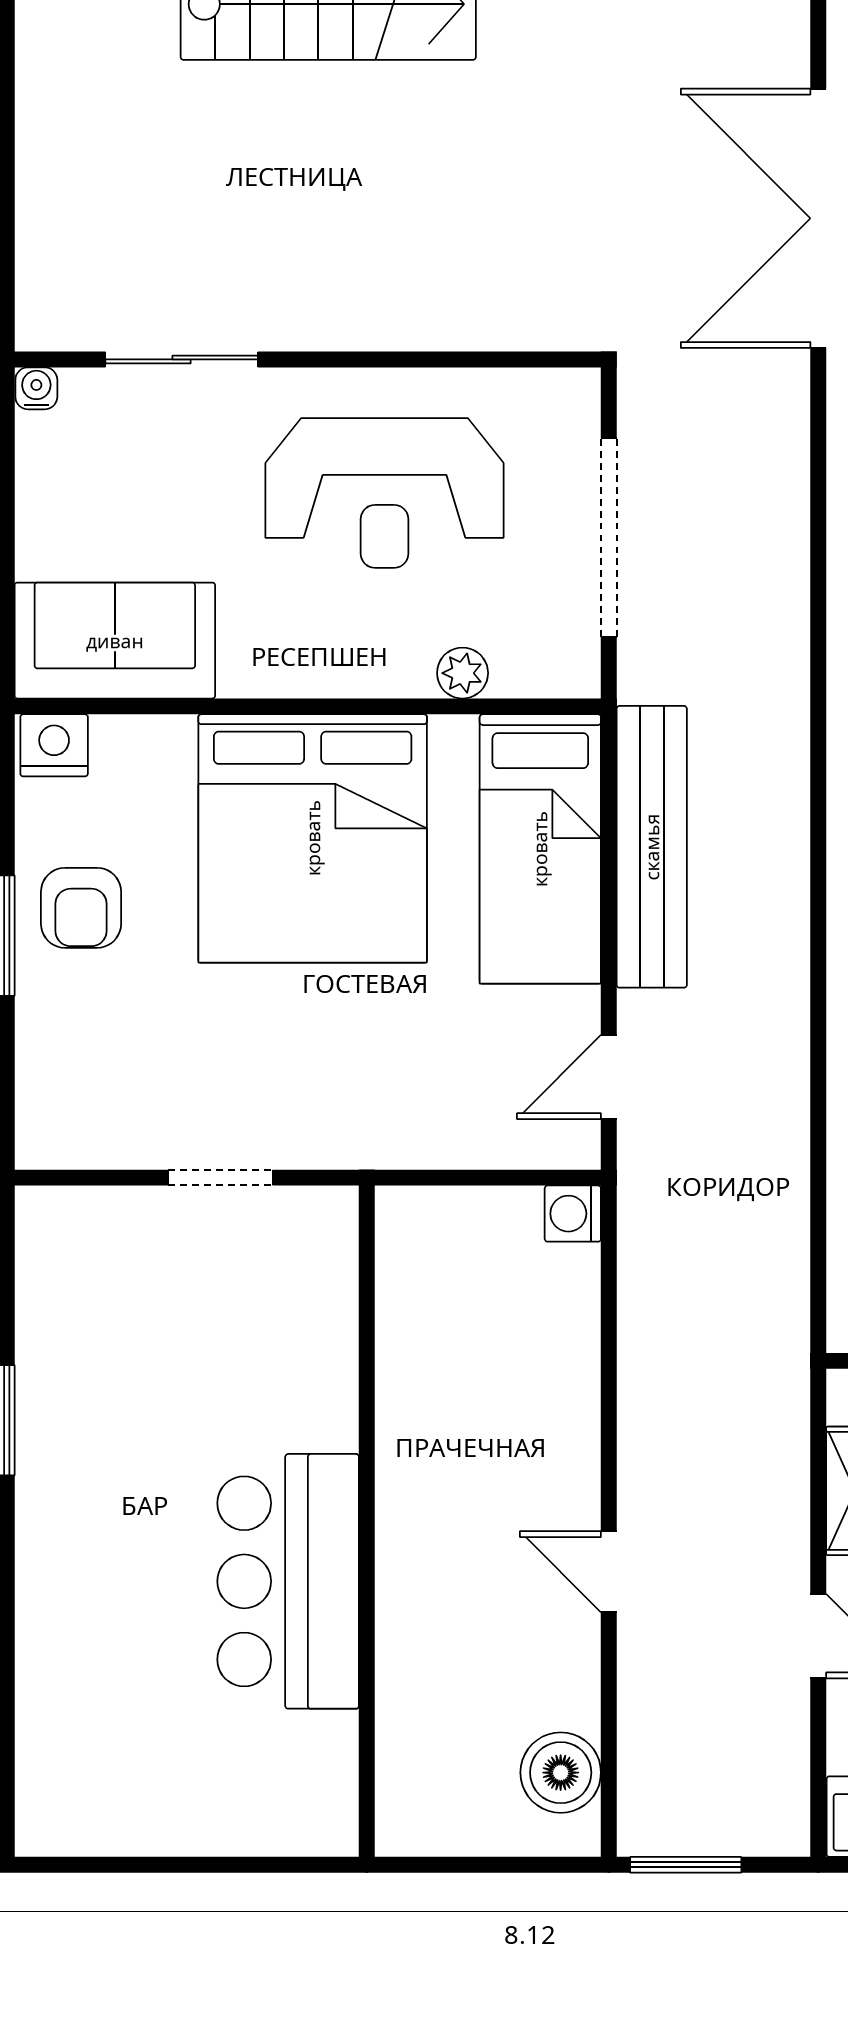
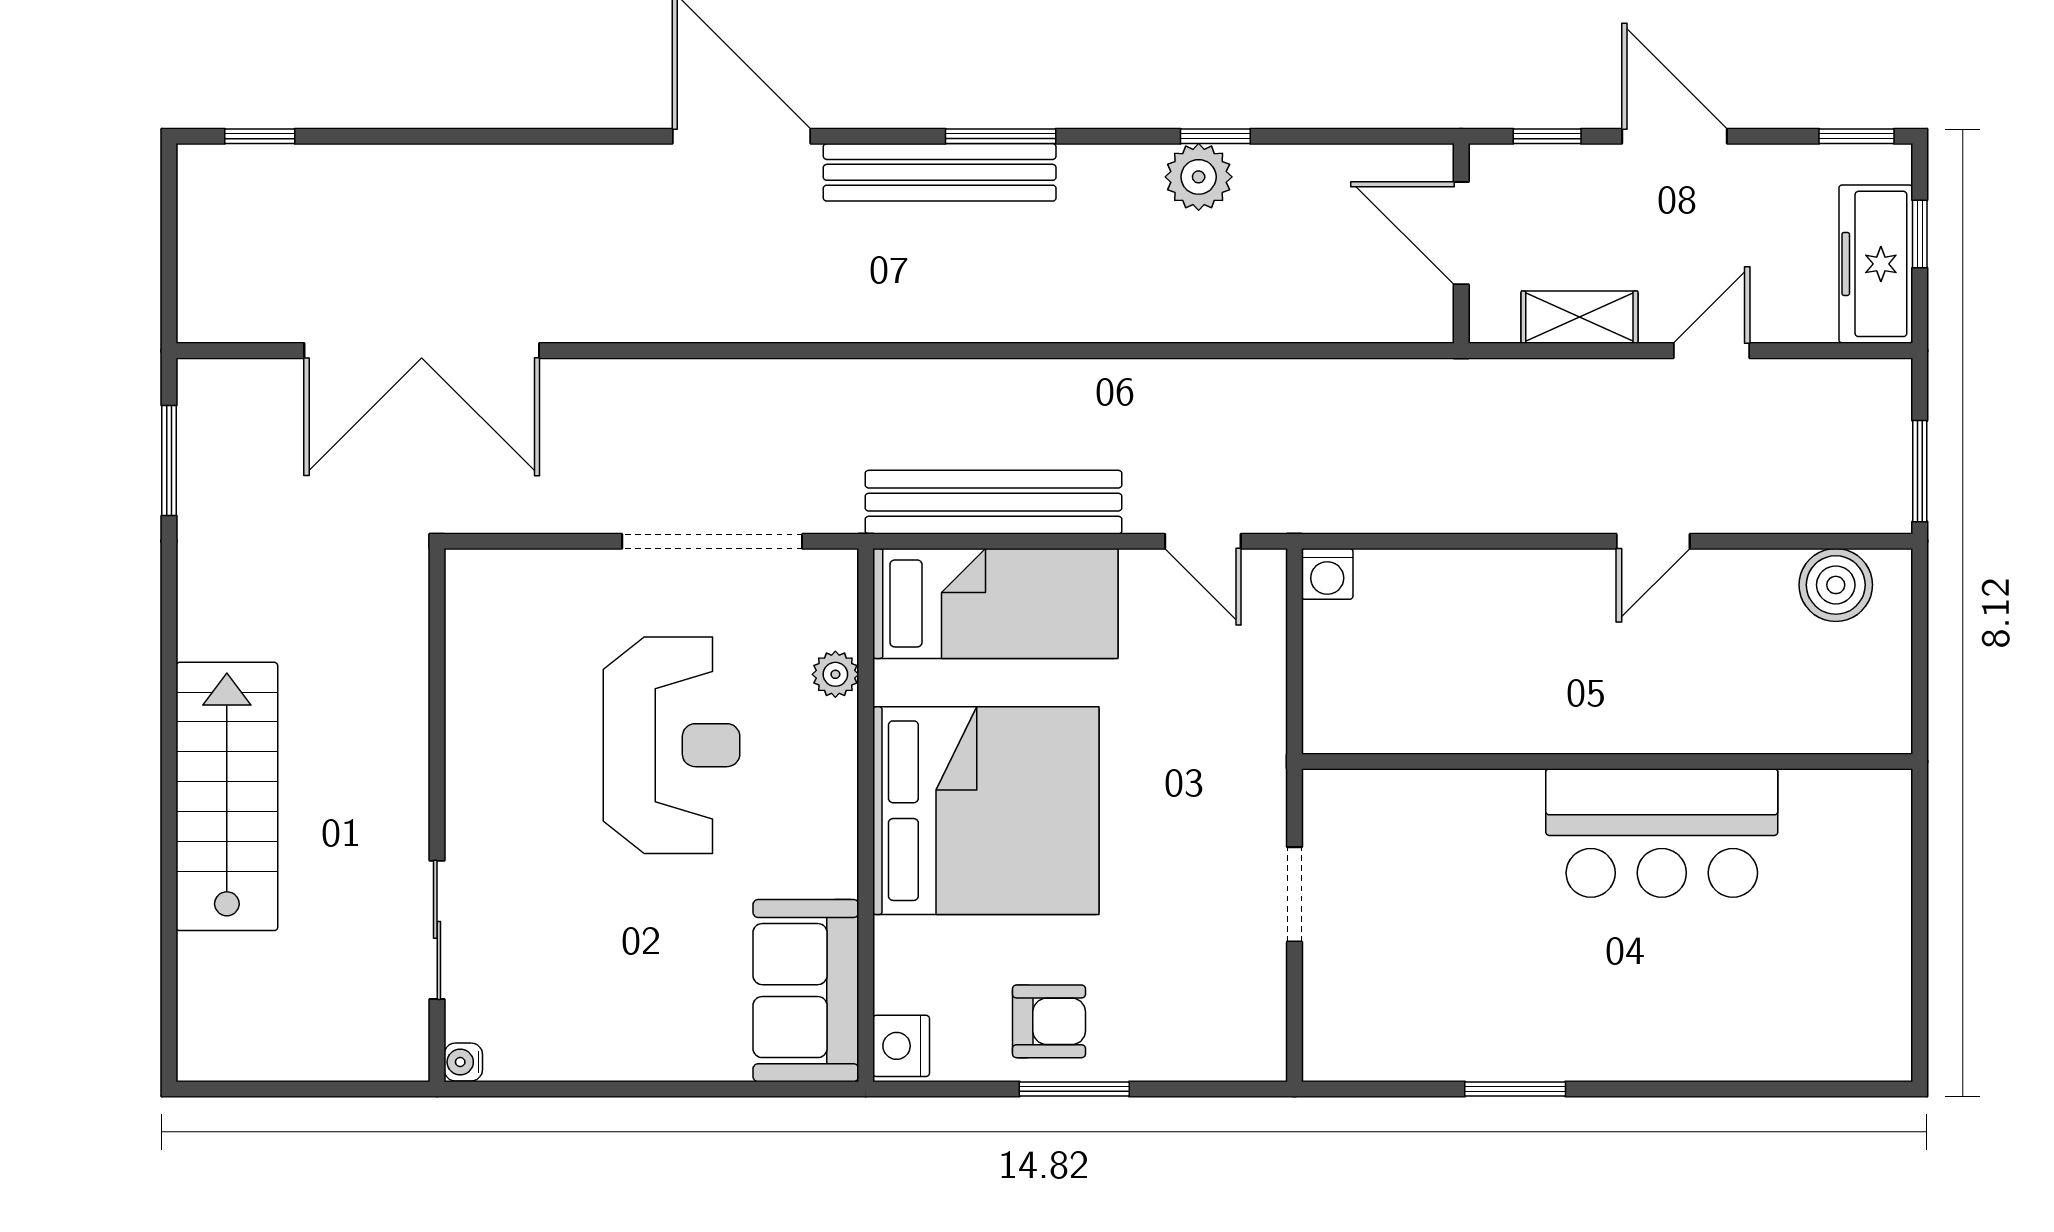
sliding door: (182, 359) -> (437, 930), moved
wall: (308, 359) -> (437, 815), moved
water cooler: (36, 388) -> (463, 1062), moved

